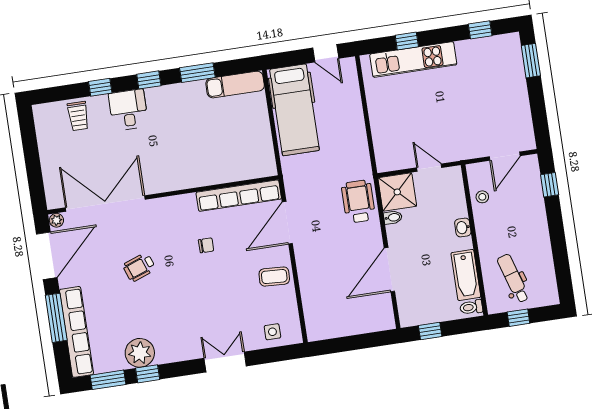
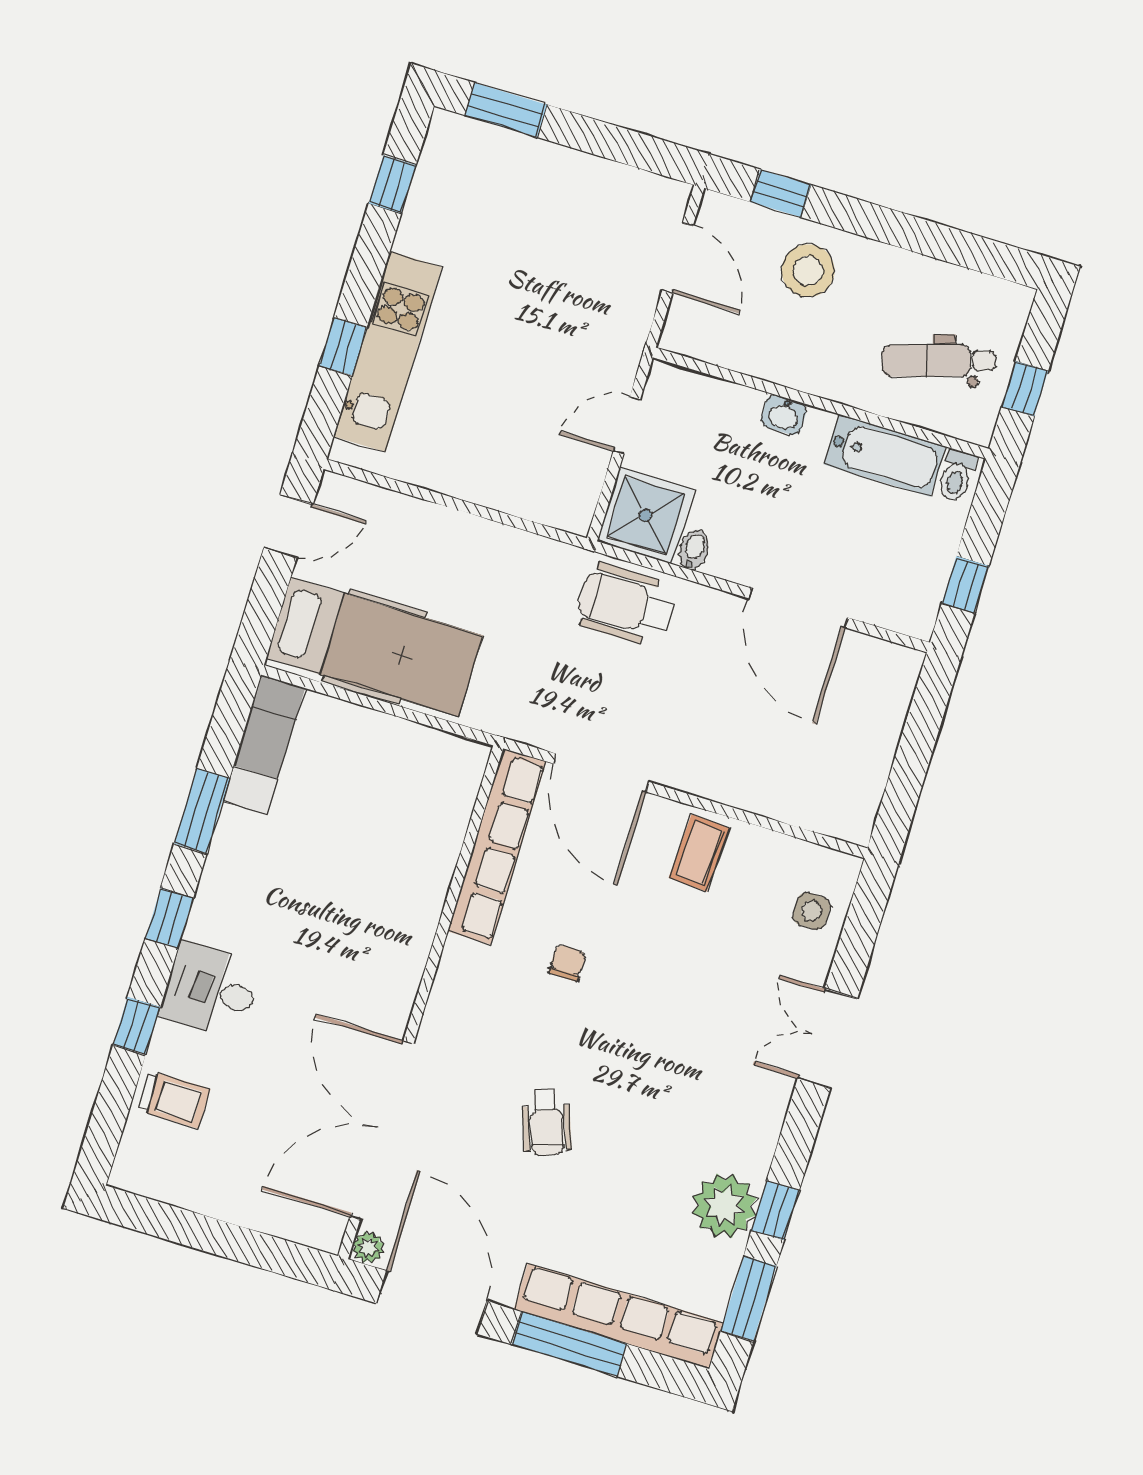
stool: (482, 197) -> (808, 271), moved, width x1.89, depth x1.89

